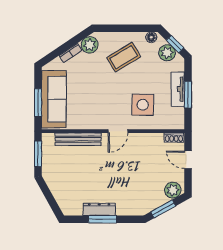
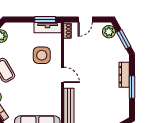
tv unit: (178, 89) -> (48, 28), moved
window: (188, 95) -> (45, 20), moved
dresser: (99, 209) -> (124, 75), moved

